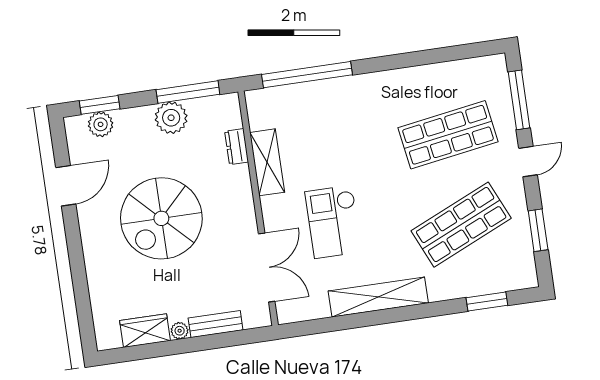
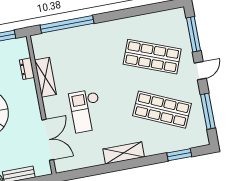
shop shelf: (448, 135) -> (152, 57), turned 30
shop shelf: (461, 225) -> (162, 110), turned 48
window: (538, 230) -> (208, 111), width x1.44
shelving: (378, 297) -> (124, 153), width x0.68

